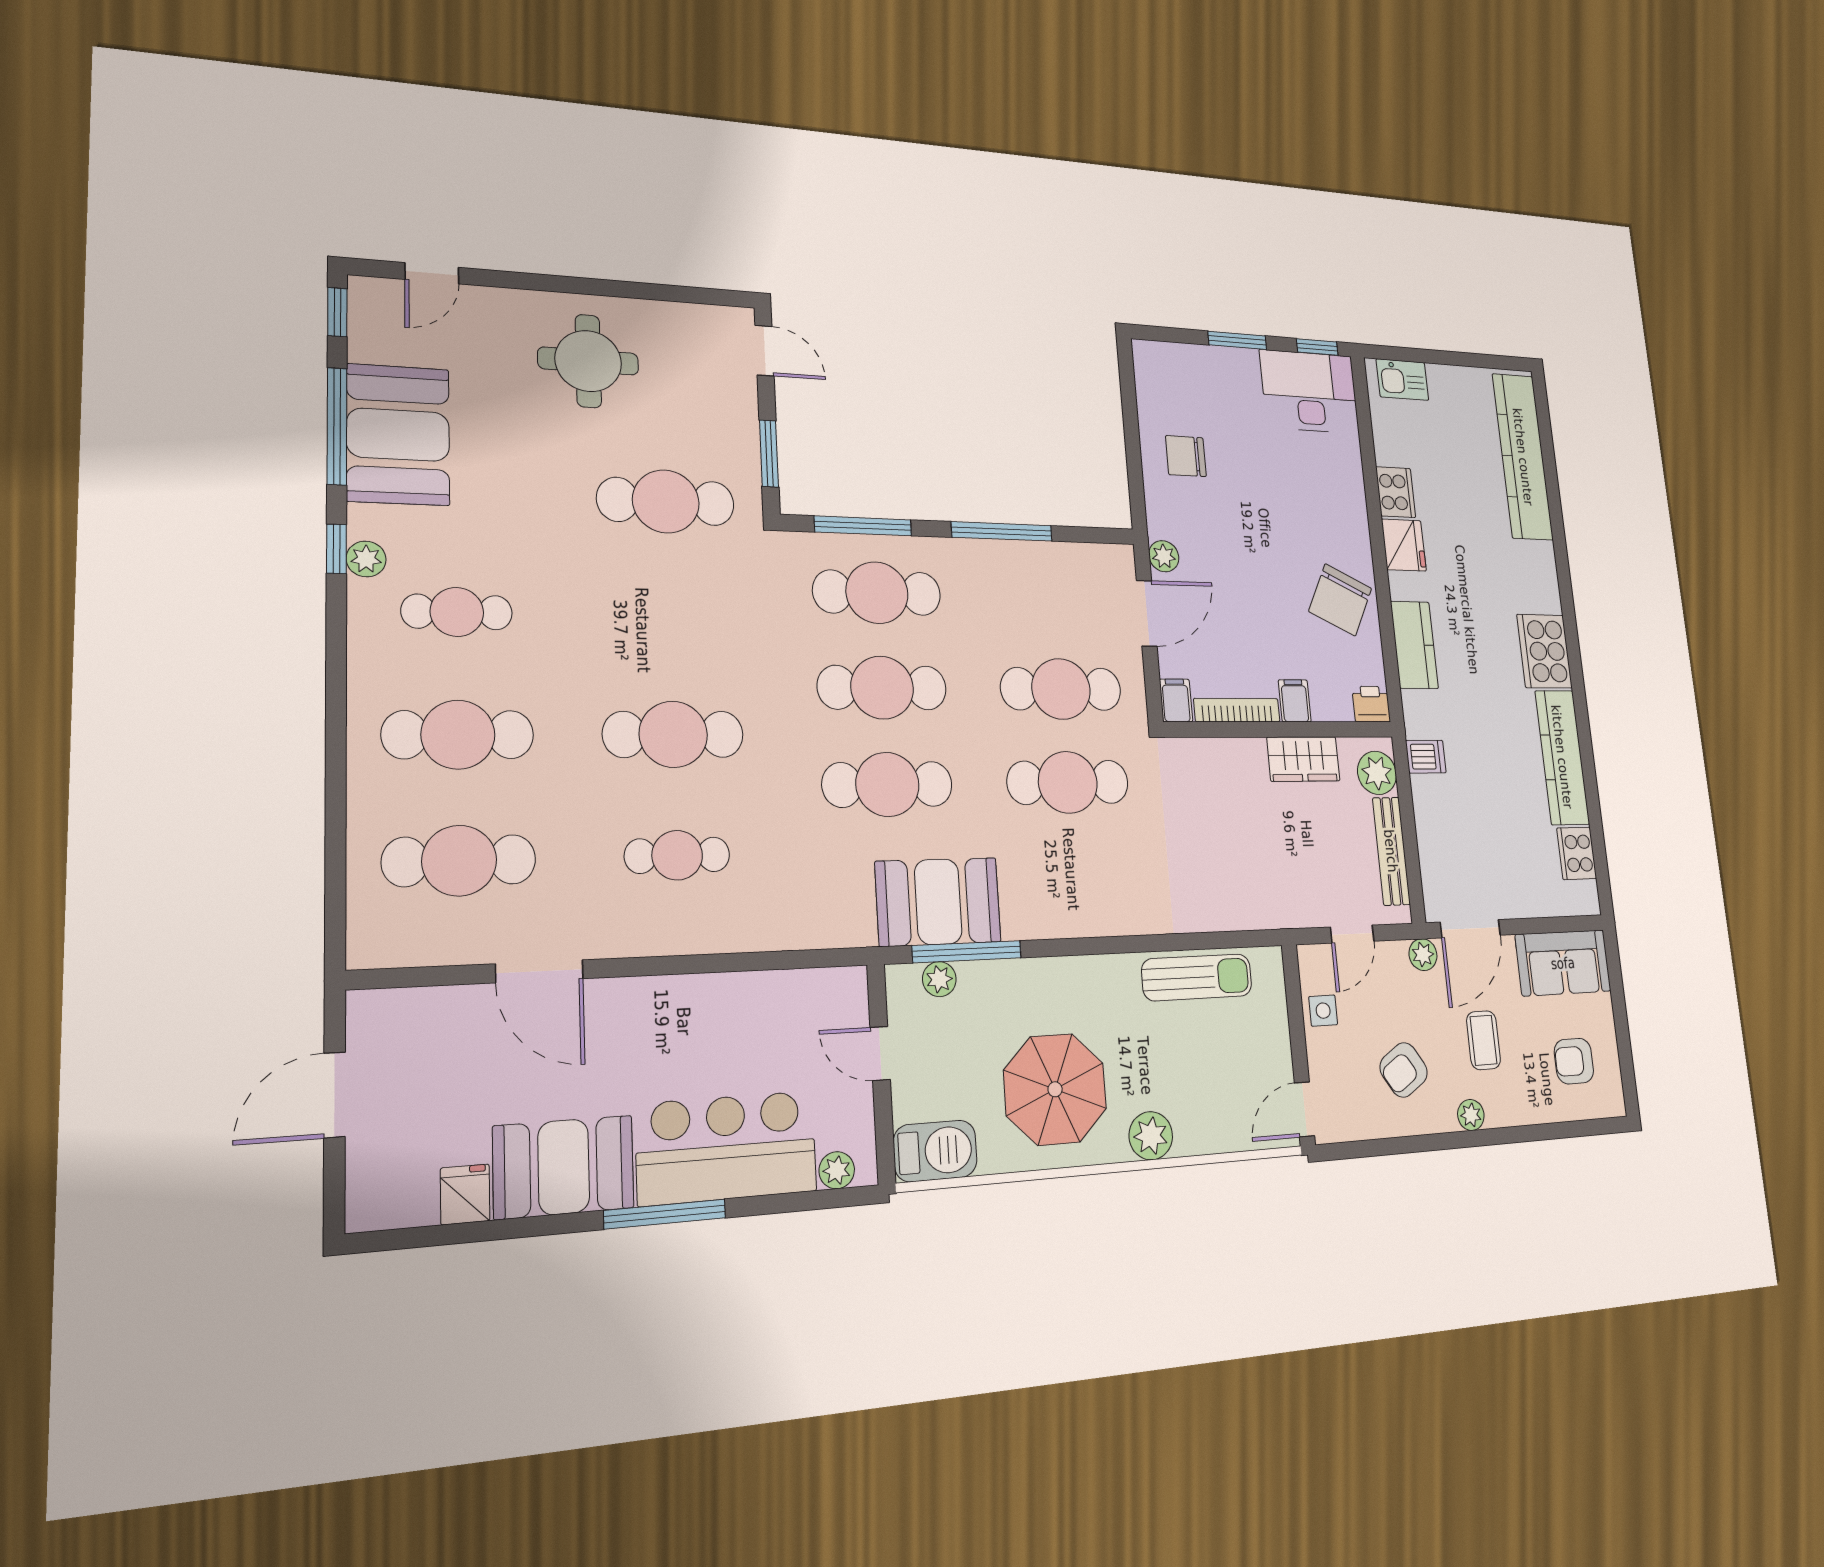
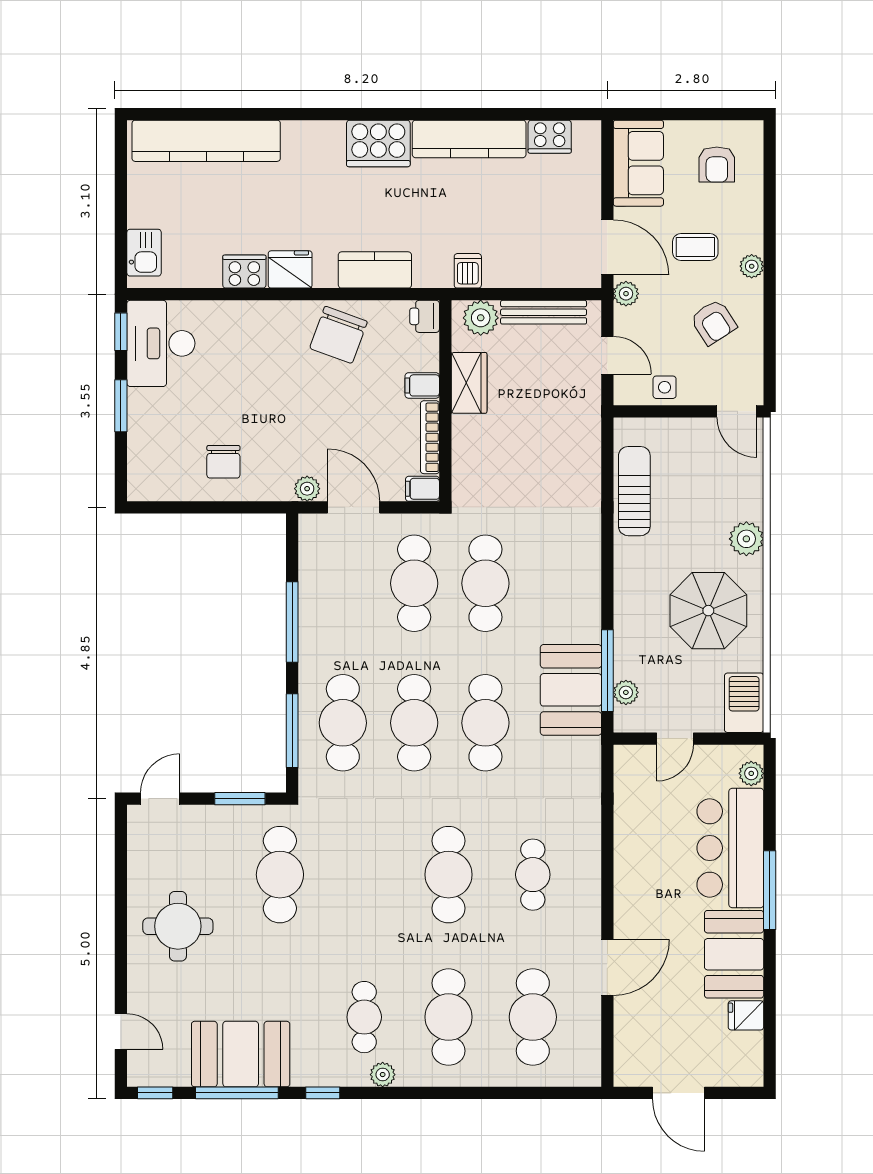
plant: (366, 559) -> (383, 1075), moved
chair: (1340, 600) -> (338, 335), turned 84

